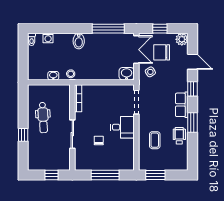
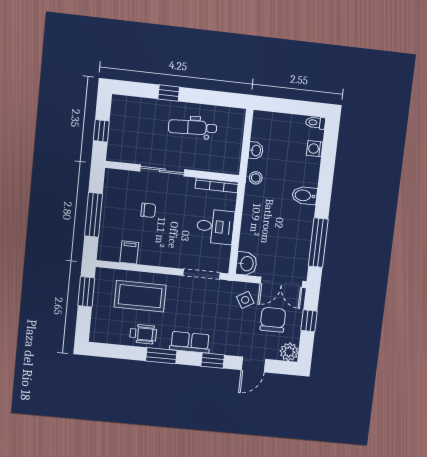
desk: (122, 127) -> (215, 227), moved, turned -90
coffee table: (155, 140) -> (140, 296), width x1.86, depth x1.72
filing cabinet: (127, 150) -> (129, 252), added

